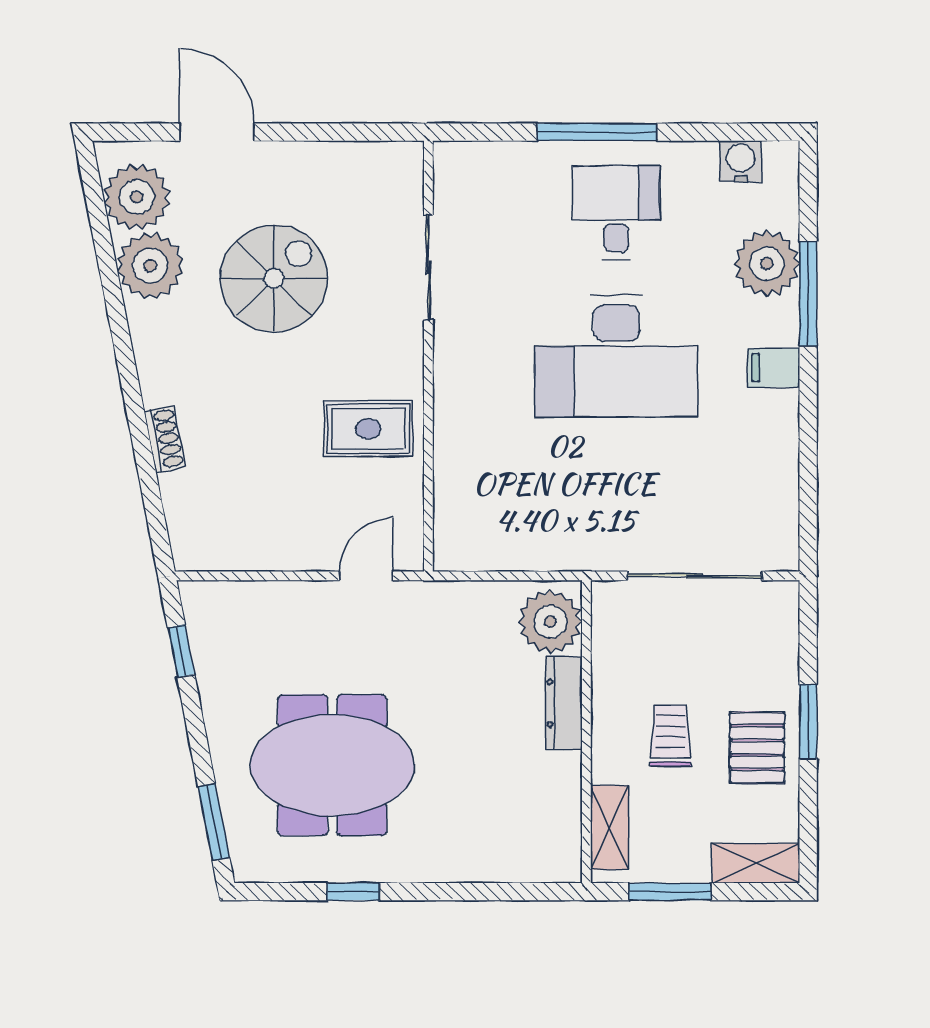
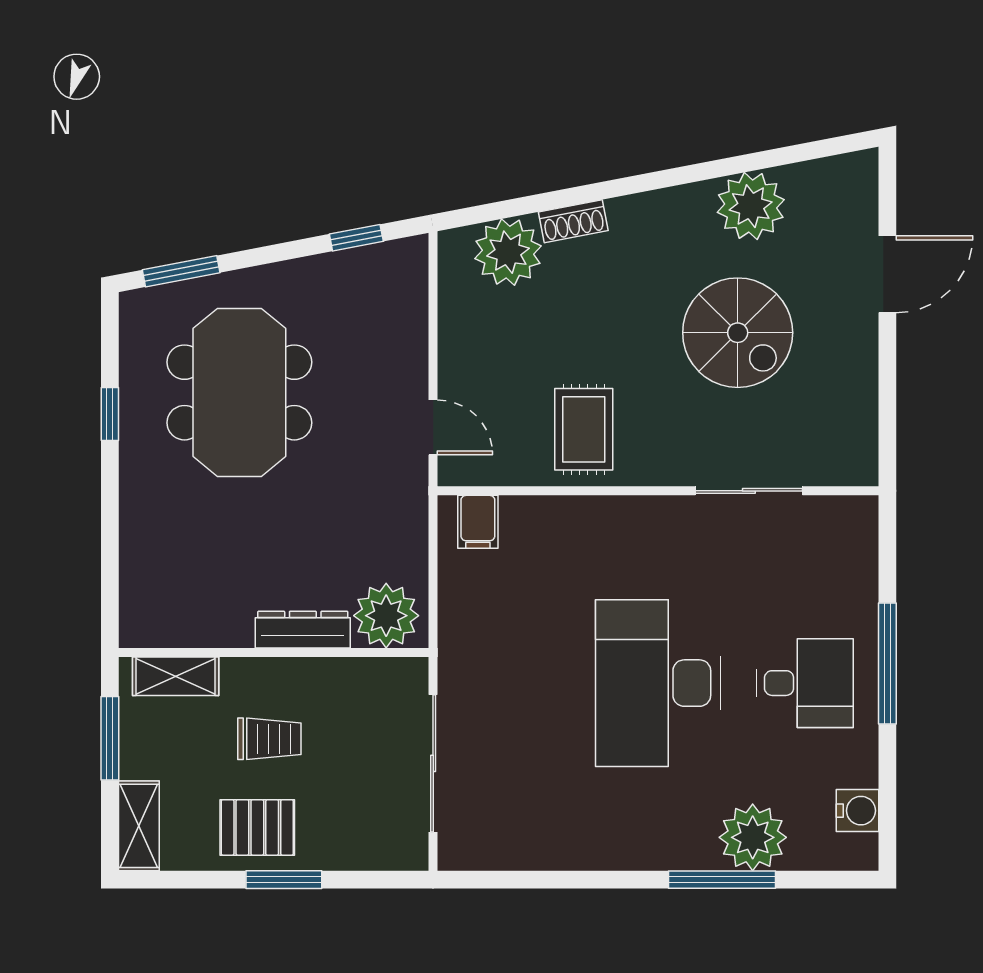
plant: (137, 197) -> (508, 252), moved
filing cabinet: (774, 368) -> (478, 522), moved, turned 180

